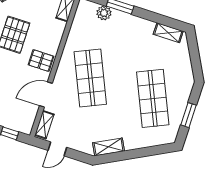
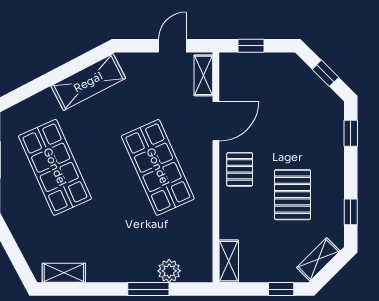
pallet: (41, 61) -> (240, 169), turned 90
shelving: (109, 147) -> (88, 82), width x1.50, depth x1.33

